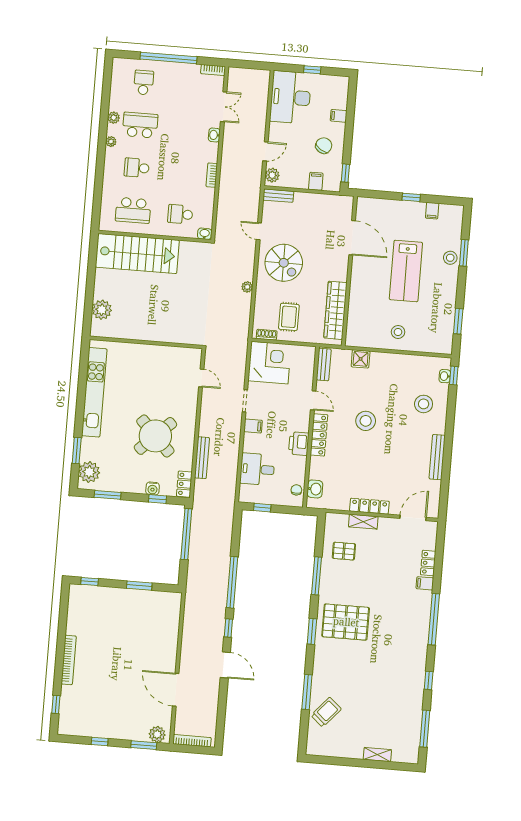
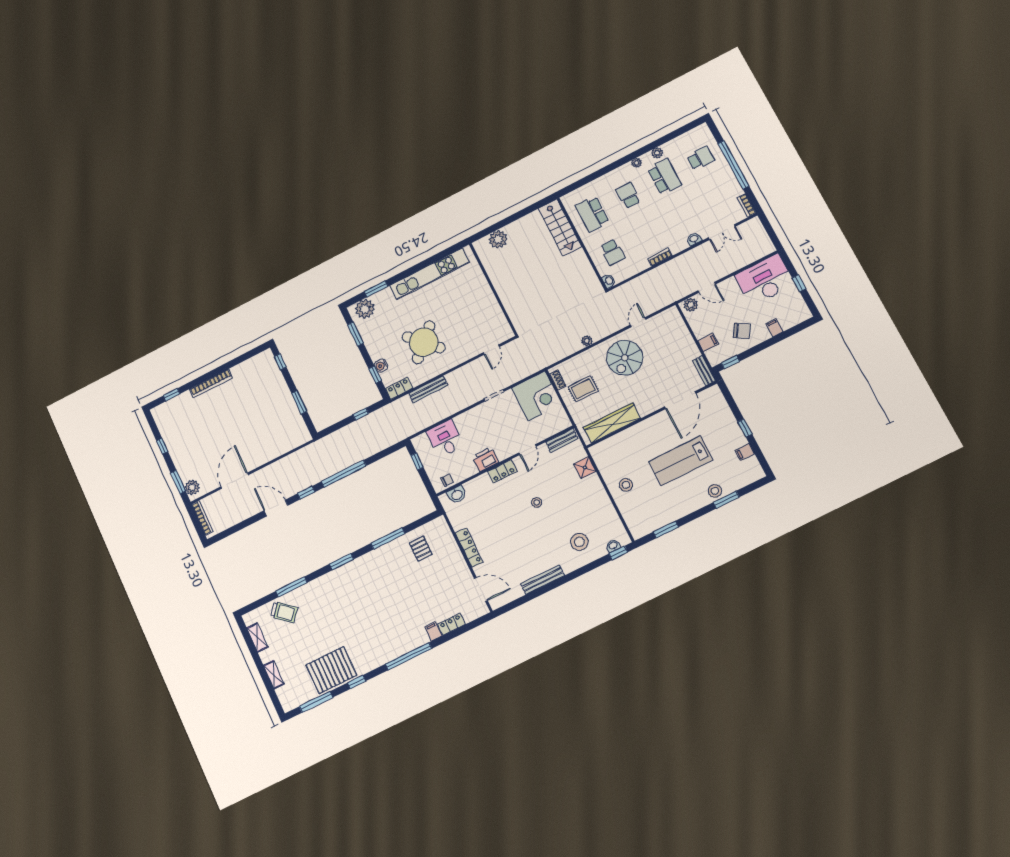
bench: (278, 196) -> (704, 371), moved
school desk: (180, 214) -> (612, 252), turned 180
stairs: (137, 254) -> (560, 227), width x0.73, depth x0.66
stool: (366, 421) -> (537, 502), width x0.53, depth x0.53
filing cabinet: (253, 426) -> (478, 414), removed
locker: (319, 435) -> (502, 471), width x0.66
shelving: (363, 522) -> (257, 637), moved
window: (186, 534) -> (361, 414), width x0.32
pallet: (346, 622) -> (331, 670), moved, turned 90
door: (225, 665) -> (276, 508), swing flipped

